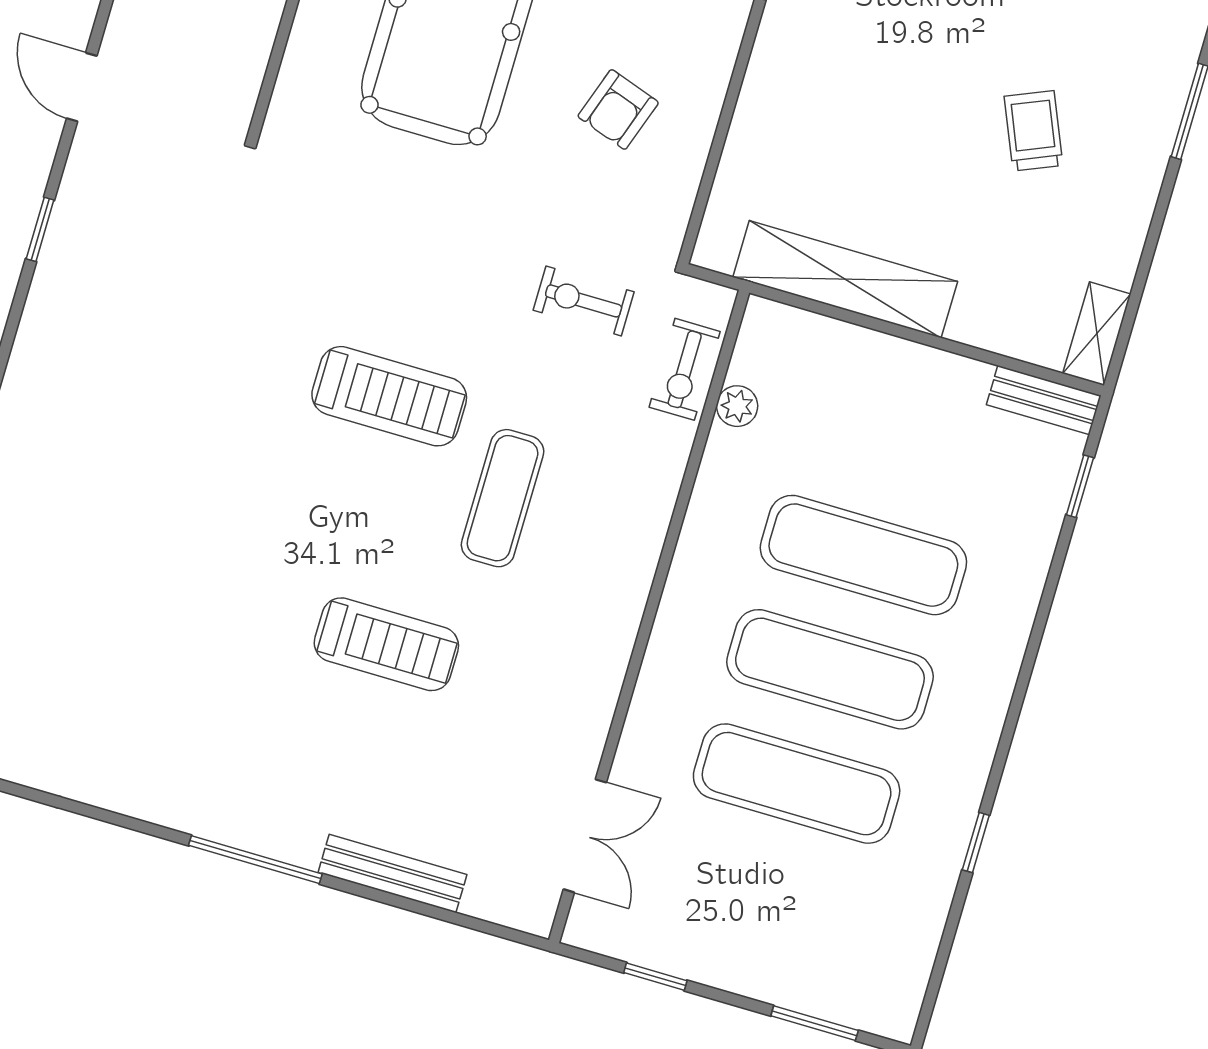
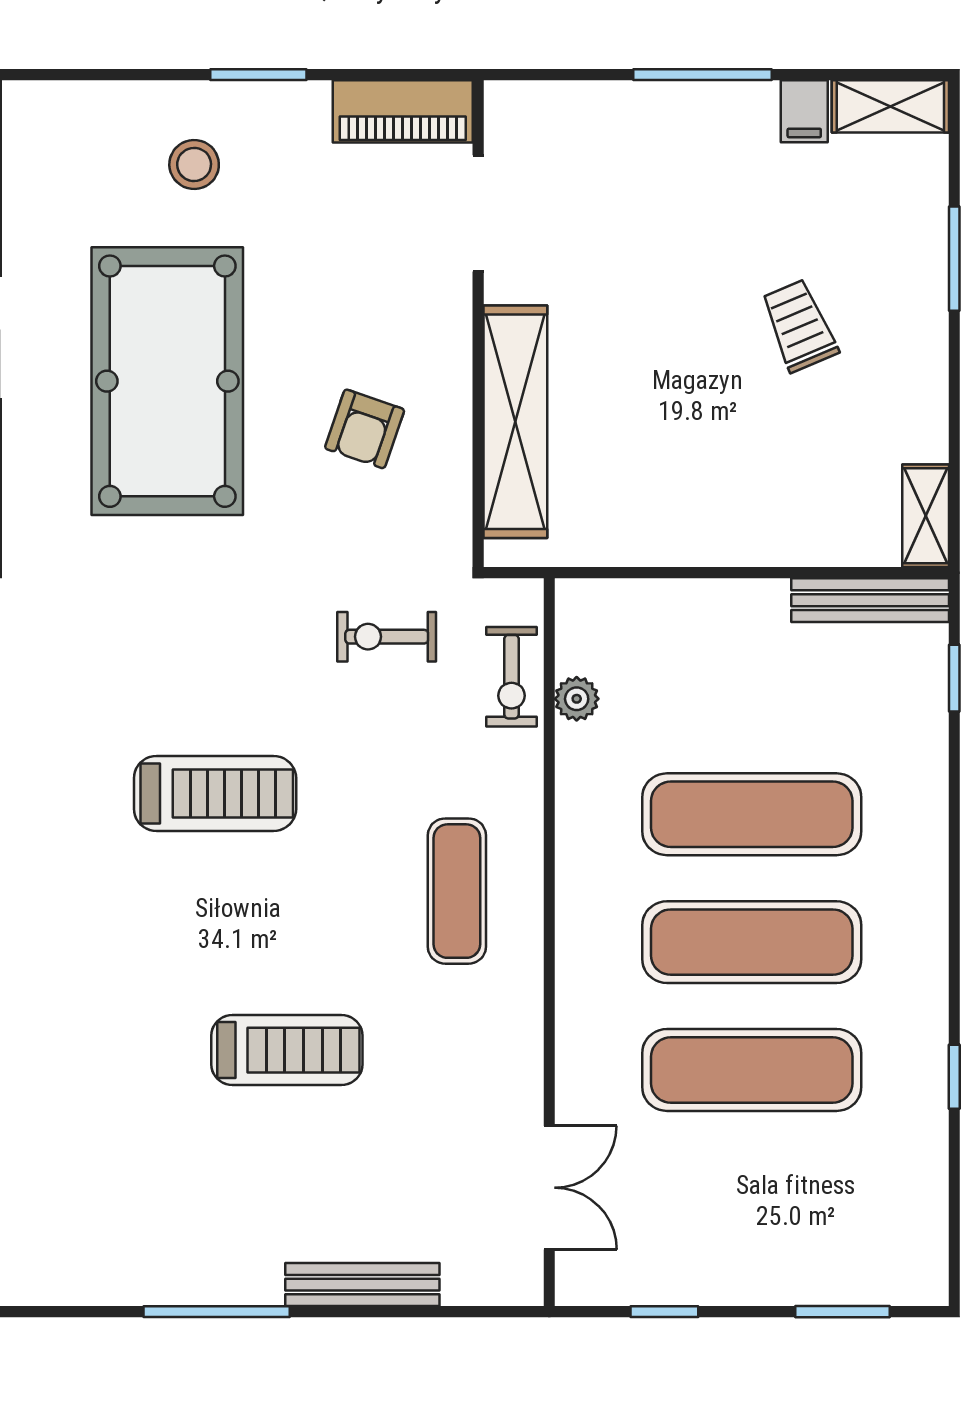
shelving: (845, 279) -> (515, 422), moved, turned 90
bench: (1044, 400) -> (870, 600), width x1.36
exercise mat: (503, 498) -> (457, 891), moved

